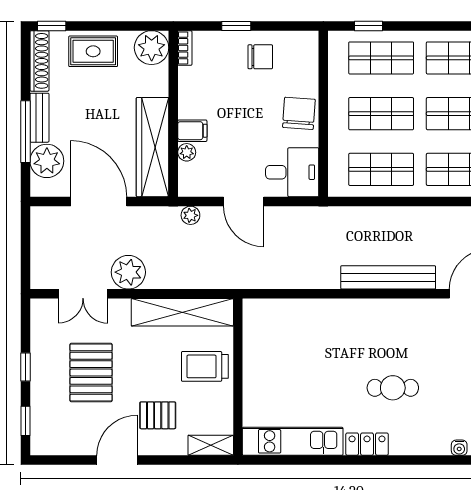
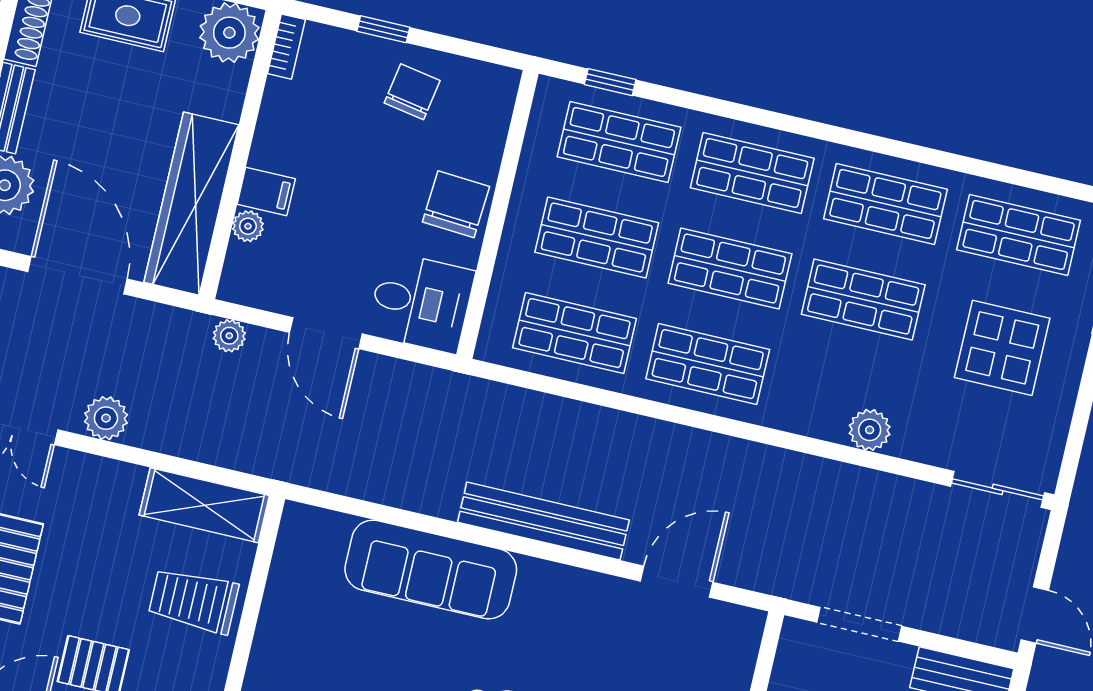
chair: (260, 57) -> (412, 92), turned -80
plant: (128, 272) -> (106, 418), width x0.73, depth x0.73
shelving: (182, 312) -> (204, 505), width x0.68
sofa: (332, 319) -> (431, 570), added

